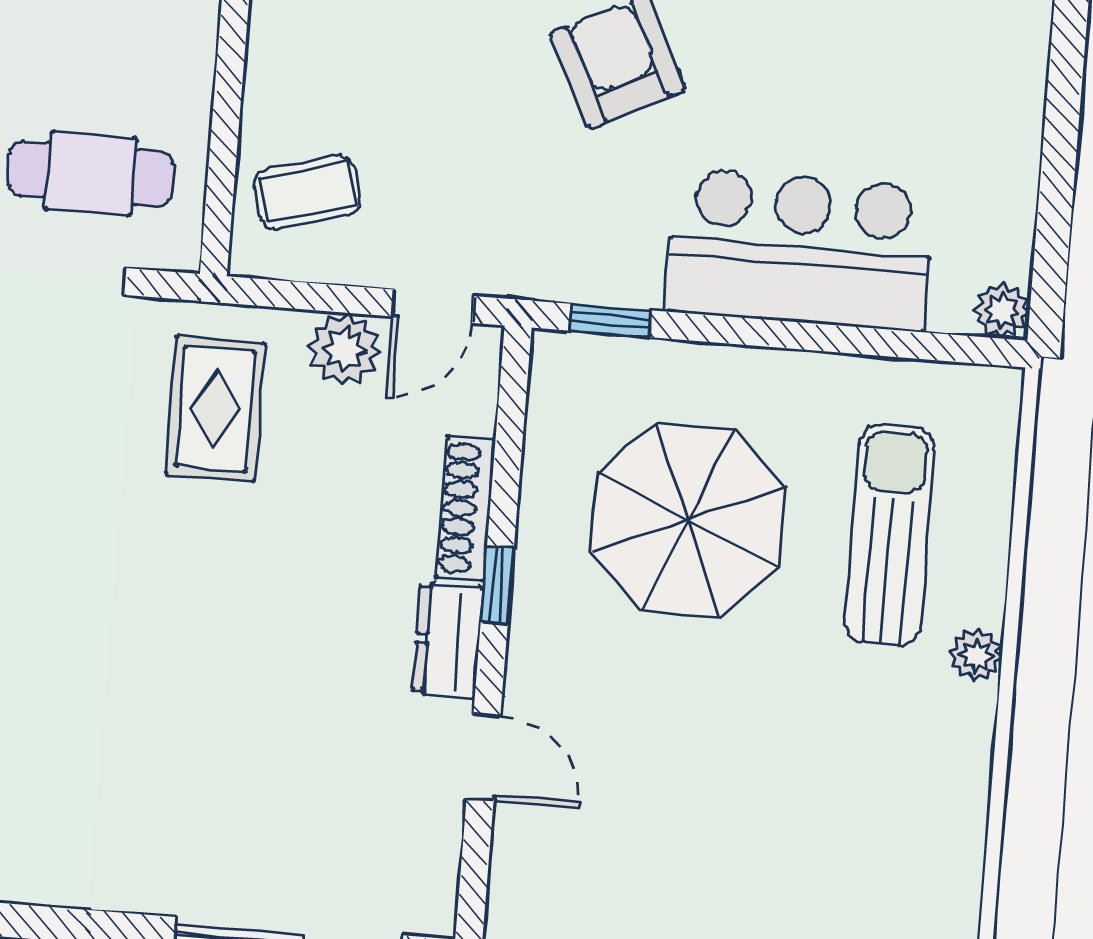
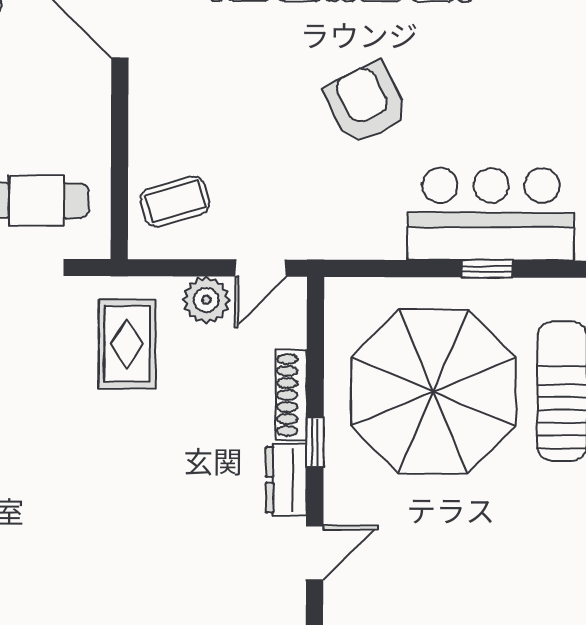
window: (610, 321) -> (487, 269), moved
parasol: (688, 520) -> (433, 392), width x1.36, depth x1.36
door: (483, 758) -> (315, 553), hinge flipped

